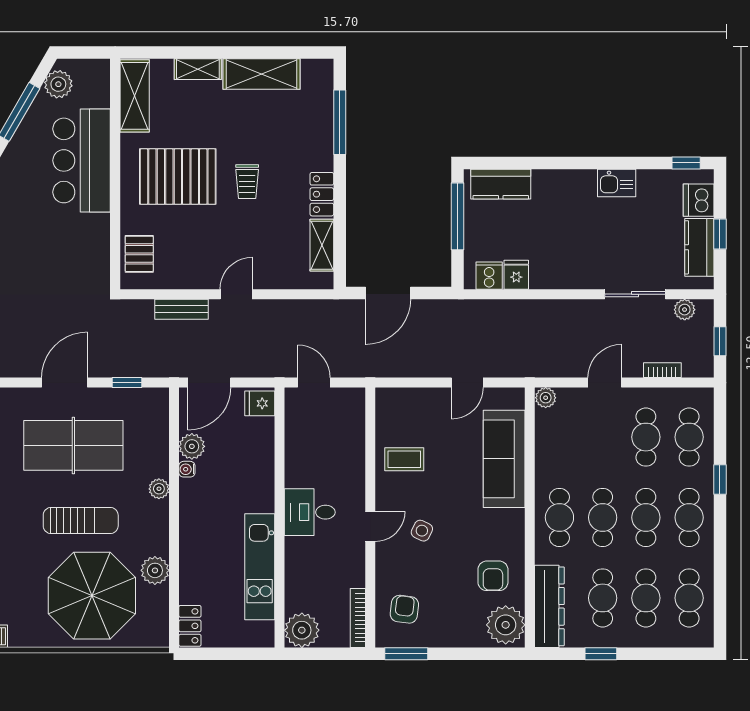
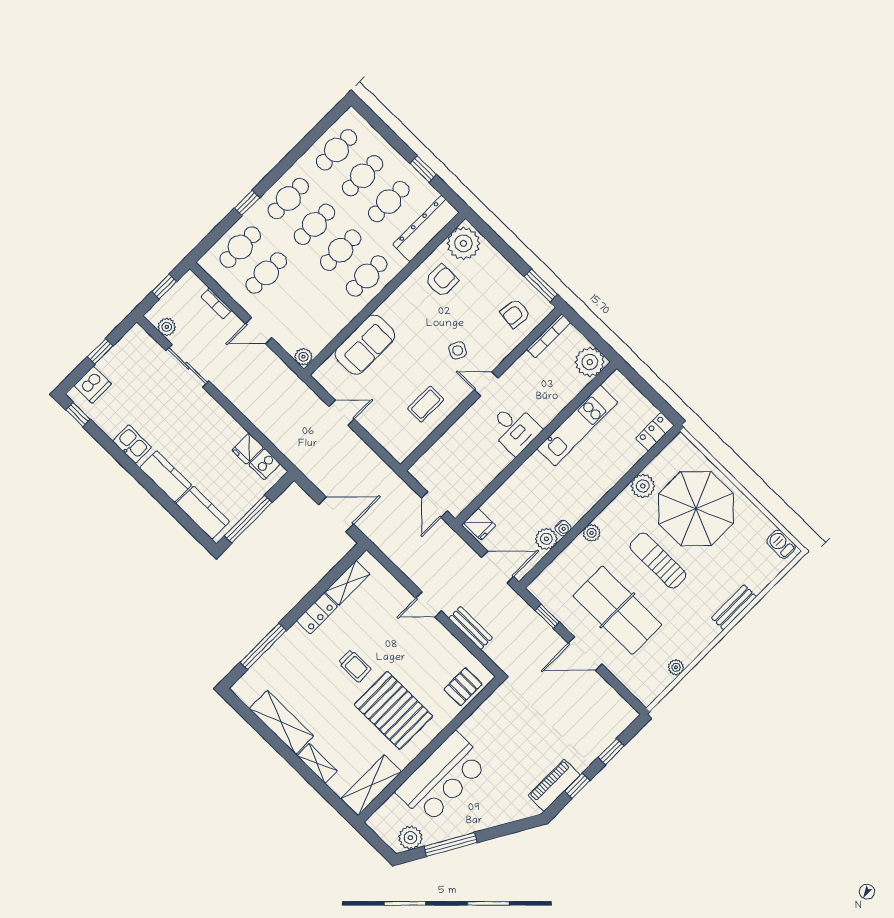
trolley: (247, 182) -> (355, 666), turned 90
kitchen counter: (699, 247) -> (166, 476), moved, turned -90
coffee table: (404, 459) -> (426, 404), turned 90
sofa: (504, 459) -> (365, 345), width x0.73

